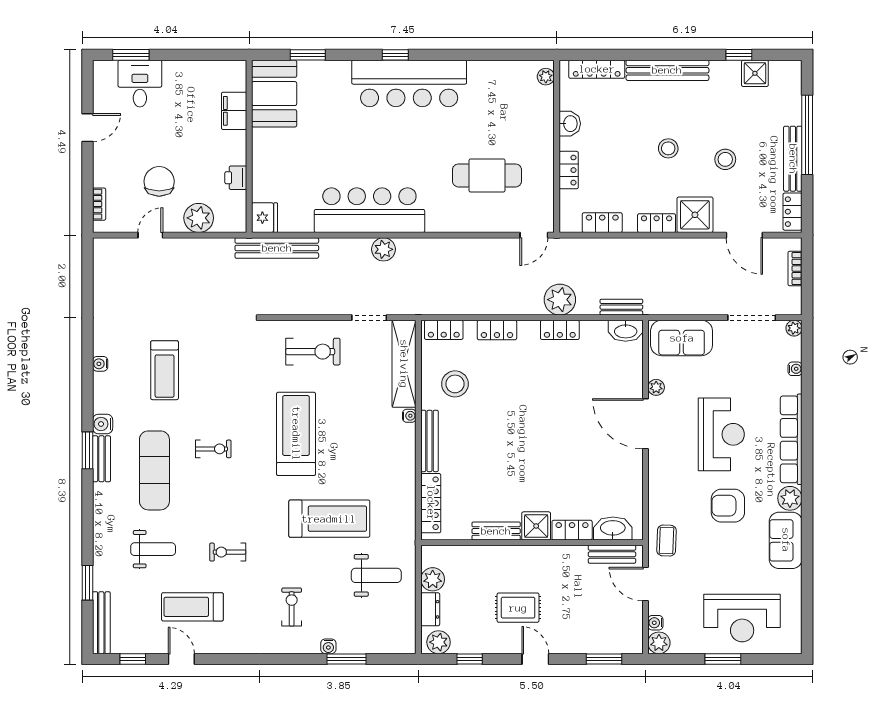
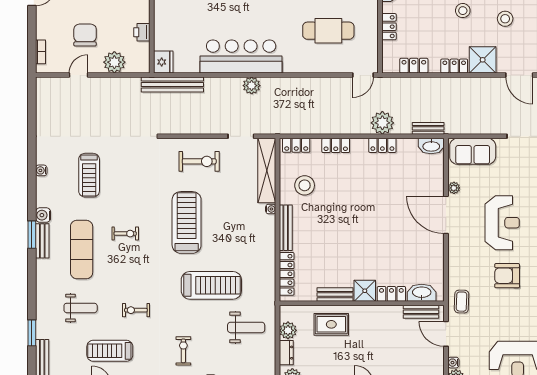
rug: (518, 608) -> (331, 324), moved

